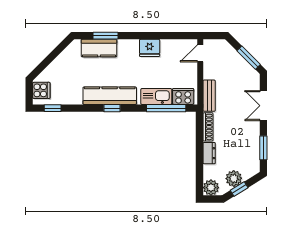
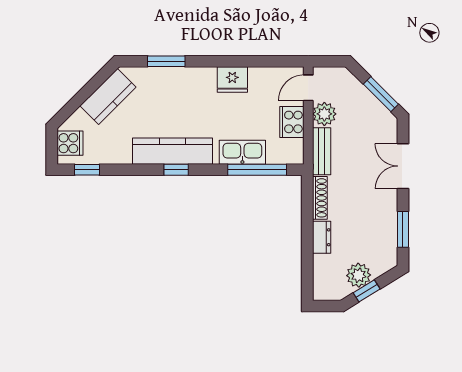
kitchen counter: (99, 48) -> (108, 96), moved, turned -45
cooker: (183, 97) -> (292, 122), moved, turned -90
plant: (211, 188) -> (324, 114), moved

